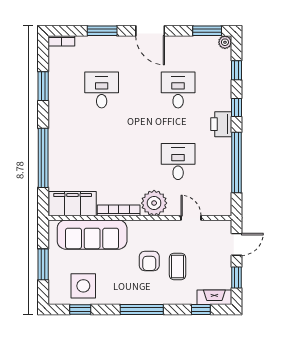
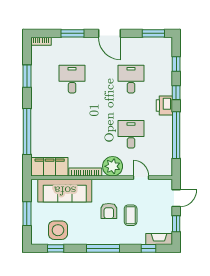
plant: (225, 42) -> (167, 42), removed

